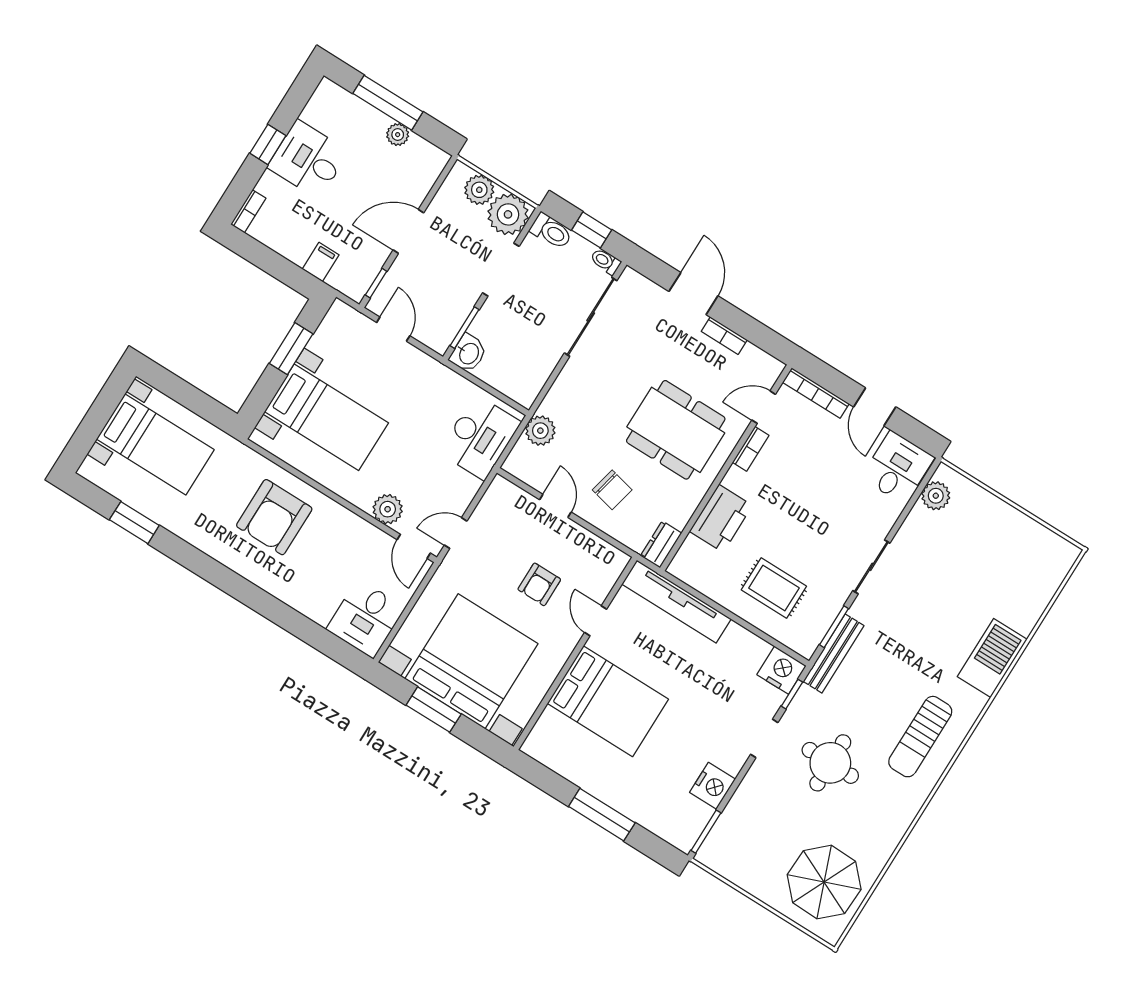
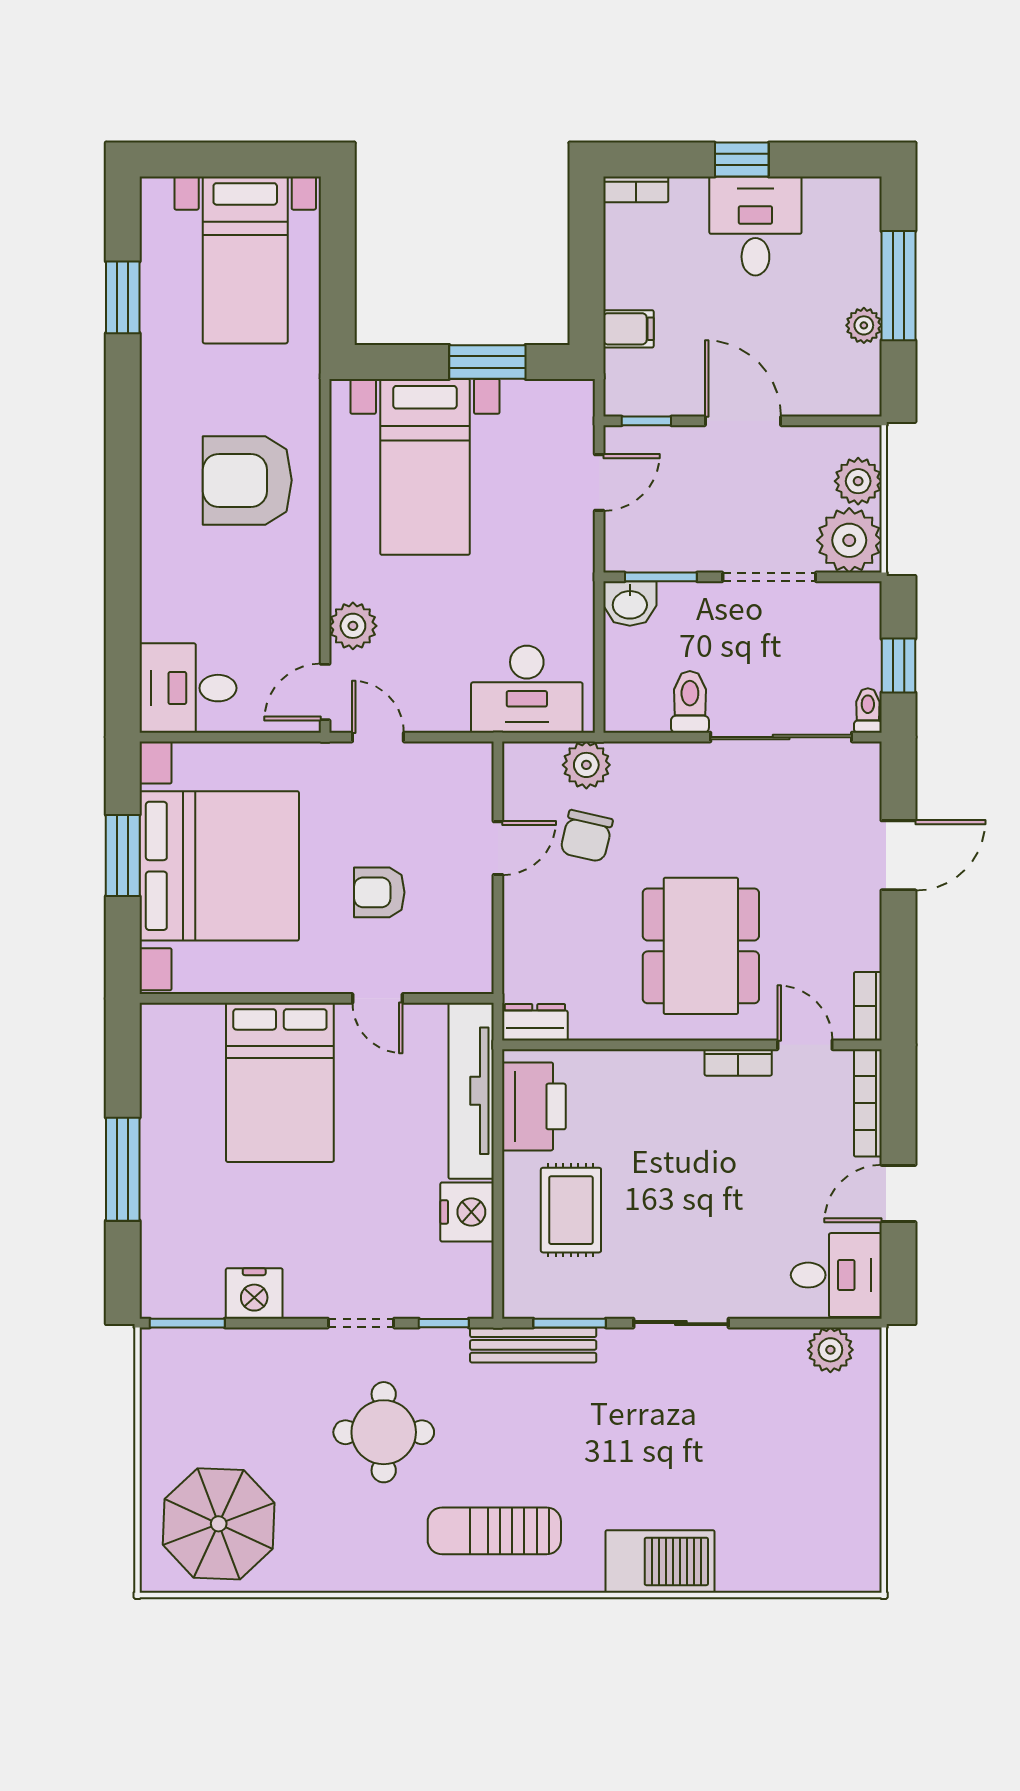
toilet: (551, 231) -> (690, 702), moved, turned 180
bookcase: (724, 336) -> (868, 1006), moved
chair: (612, 490) -> (586, 836), moved
printer: (721, 518) -> (534, 1106), moved, turned -90
door: (596, 621) -> (378, 998), swing flipped
nightstand: (782, 670) -> (467, 1212), moved

